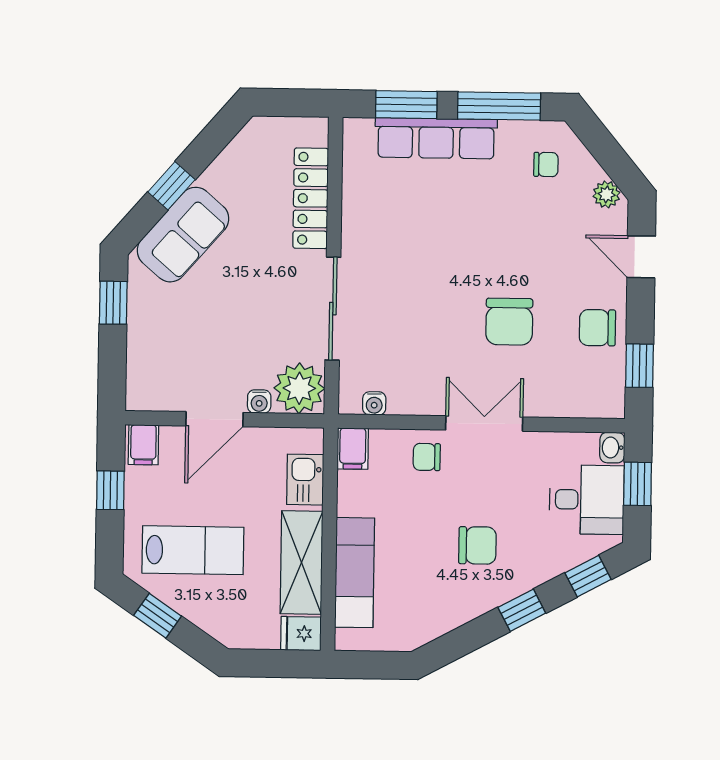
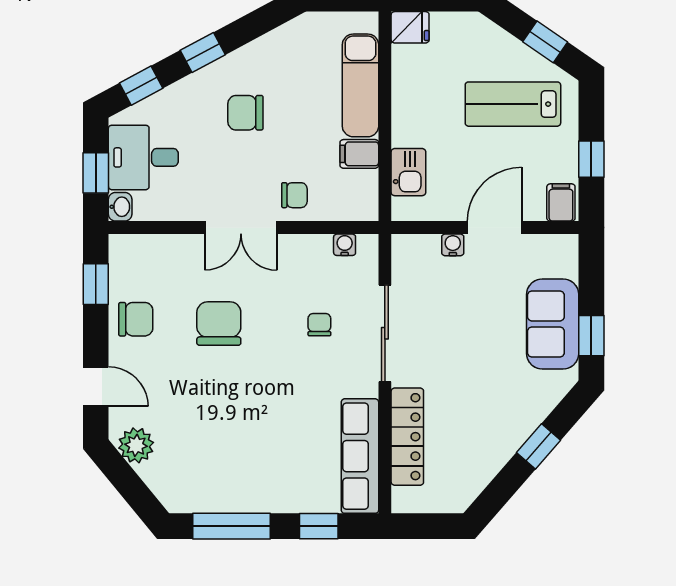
window: (406, 105) -> (319, 526), width x0.67
row of seats: (436, 138) -> (360, 456), moved, turned -90
chair: (546, 164) -> (319, 325), moved, turned 90
plant: (607, 194) -> (136, 445), width x1.38, depth x1.38
sofa: (183, 235) -> (553, 324), moved, turned -41
plant: (299, 388) -> (415, 258), removed
filing cabinet: (353, 449) -> (359, 154), moved, turned -90
shelving: (301, 563) -> (411, 94), removed

